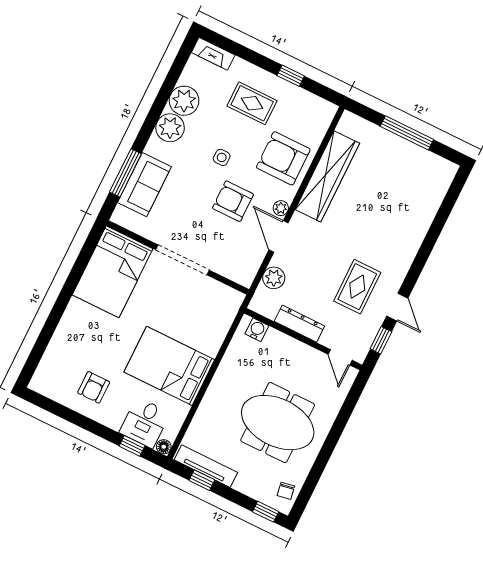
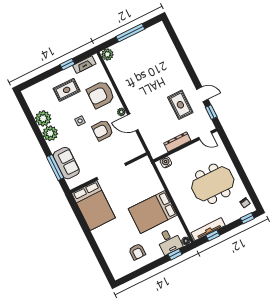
fireplace: (213, 54) -> (84, 65), moved
wardrobe: (327, 176) -> (123, 81), removed
plant: (274, 278) -> (107, 54), moved

